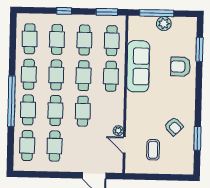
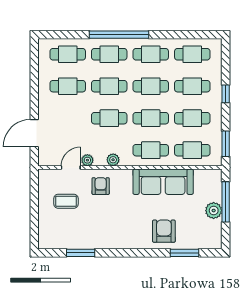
plant: (118, 109) -> (113, 160), added
armchair: (174, 126) -> (101, 186), moved, turned 134

